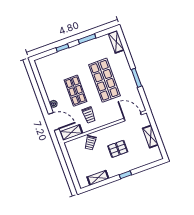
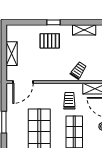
door: (133, 117) -> (23, 82), hinge flipped
pallet: (118, 149) -> (50, 41), moved

